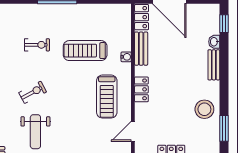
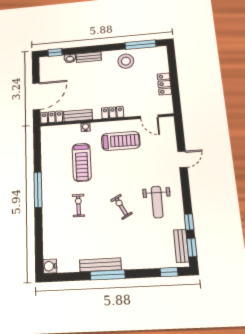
window: (224, 128) -> (140, 45), width x1.44
weight bench: (35, 132) -> (157, 202), turned 90

